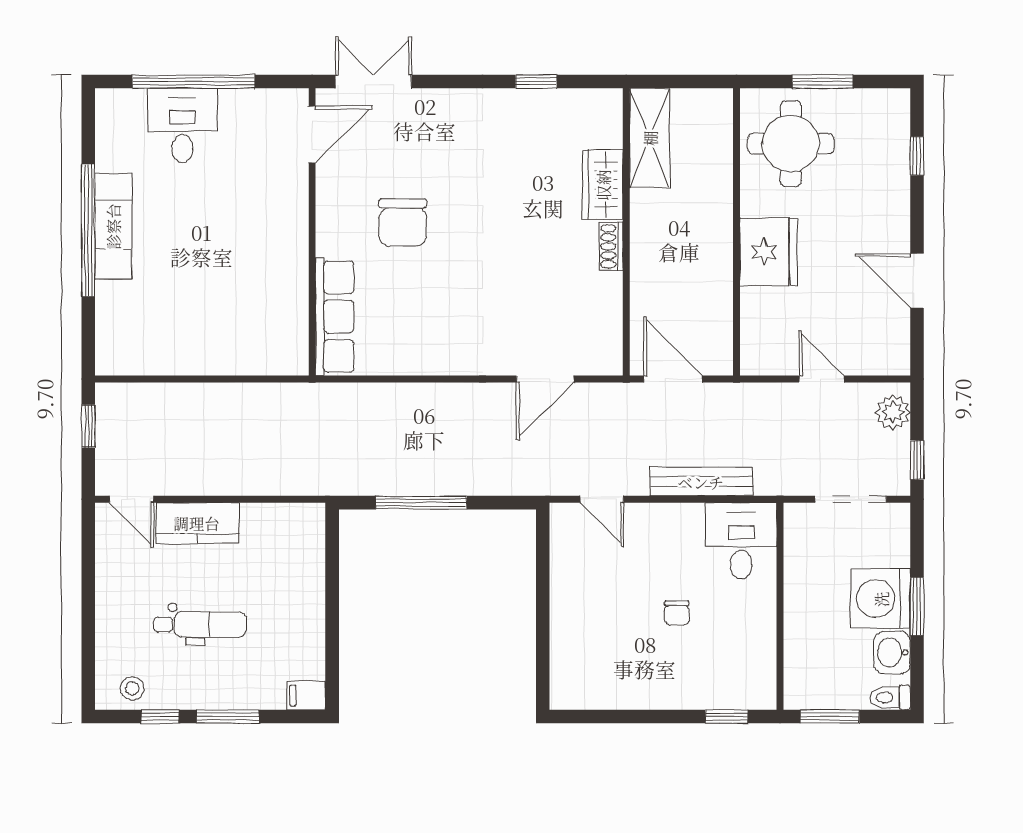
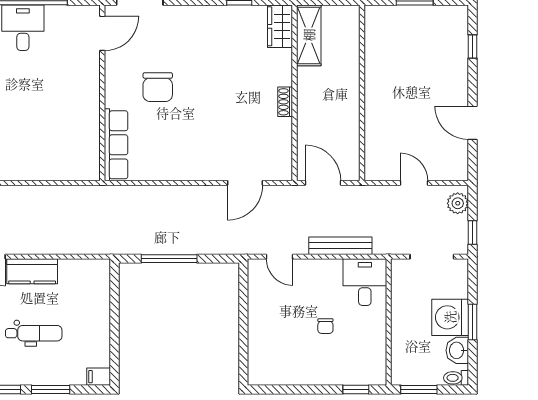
round table: (791, 144) -> (395, 39), removed
wardrobe: (603, 185) -> (280, 26), moved
fridge: (769, 252) -> (382, 105), removed

